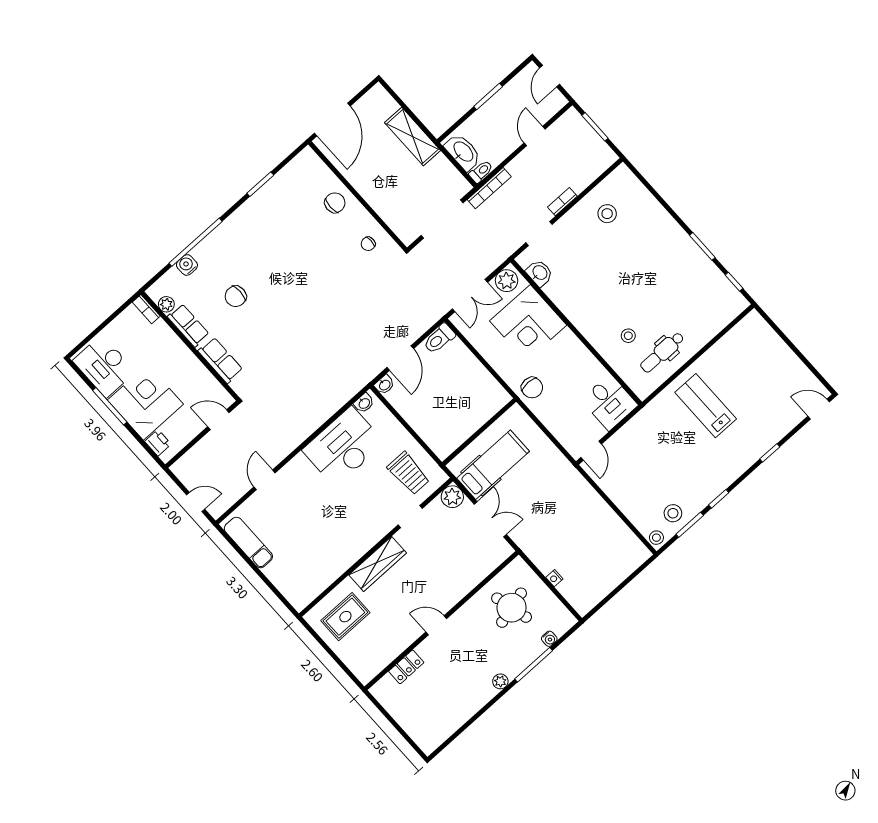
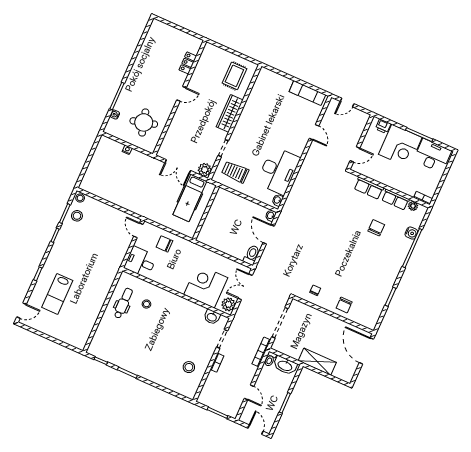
chair: (532, 388) -> (164, 244), moved
lab bench: (706, 406) -> (57, 294), moved, turned 90
plant: (500, 681) -> (131, 78), removed

